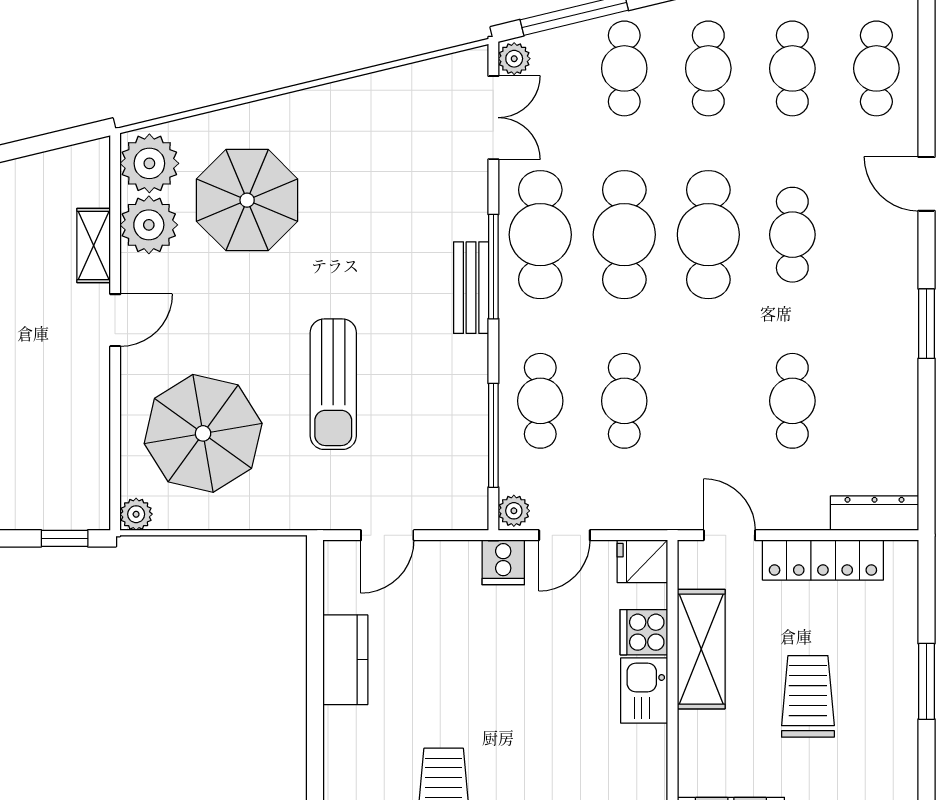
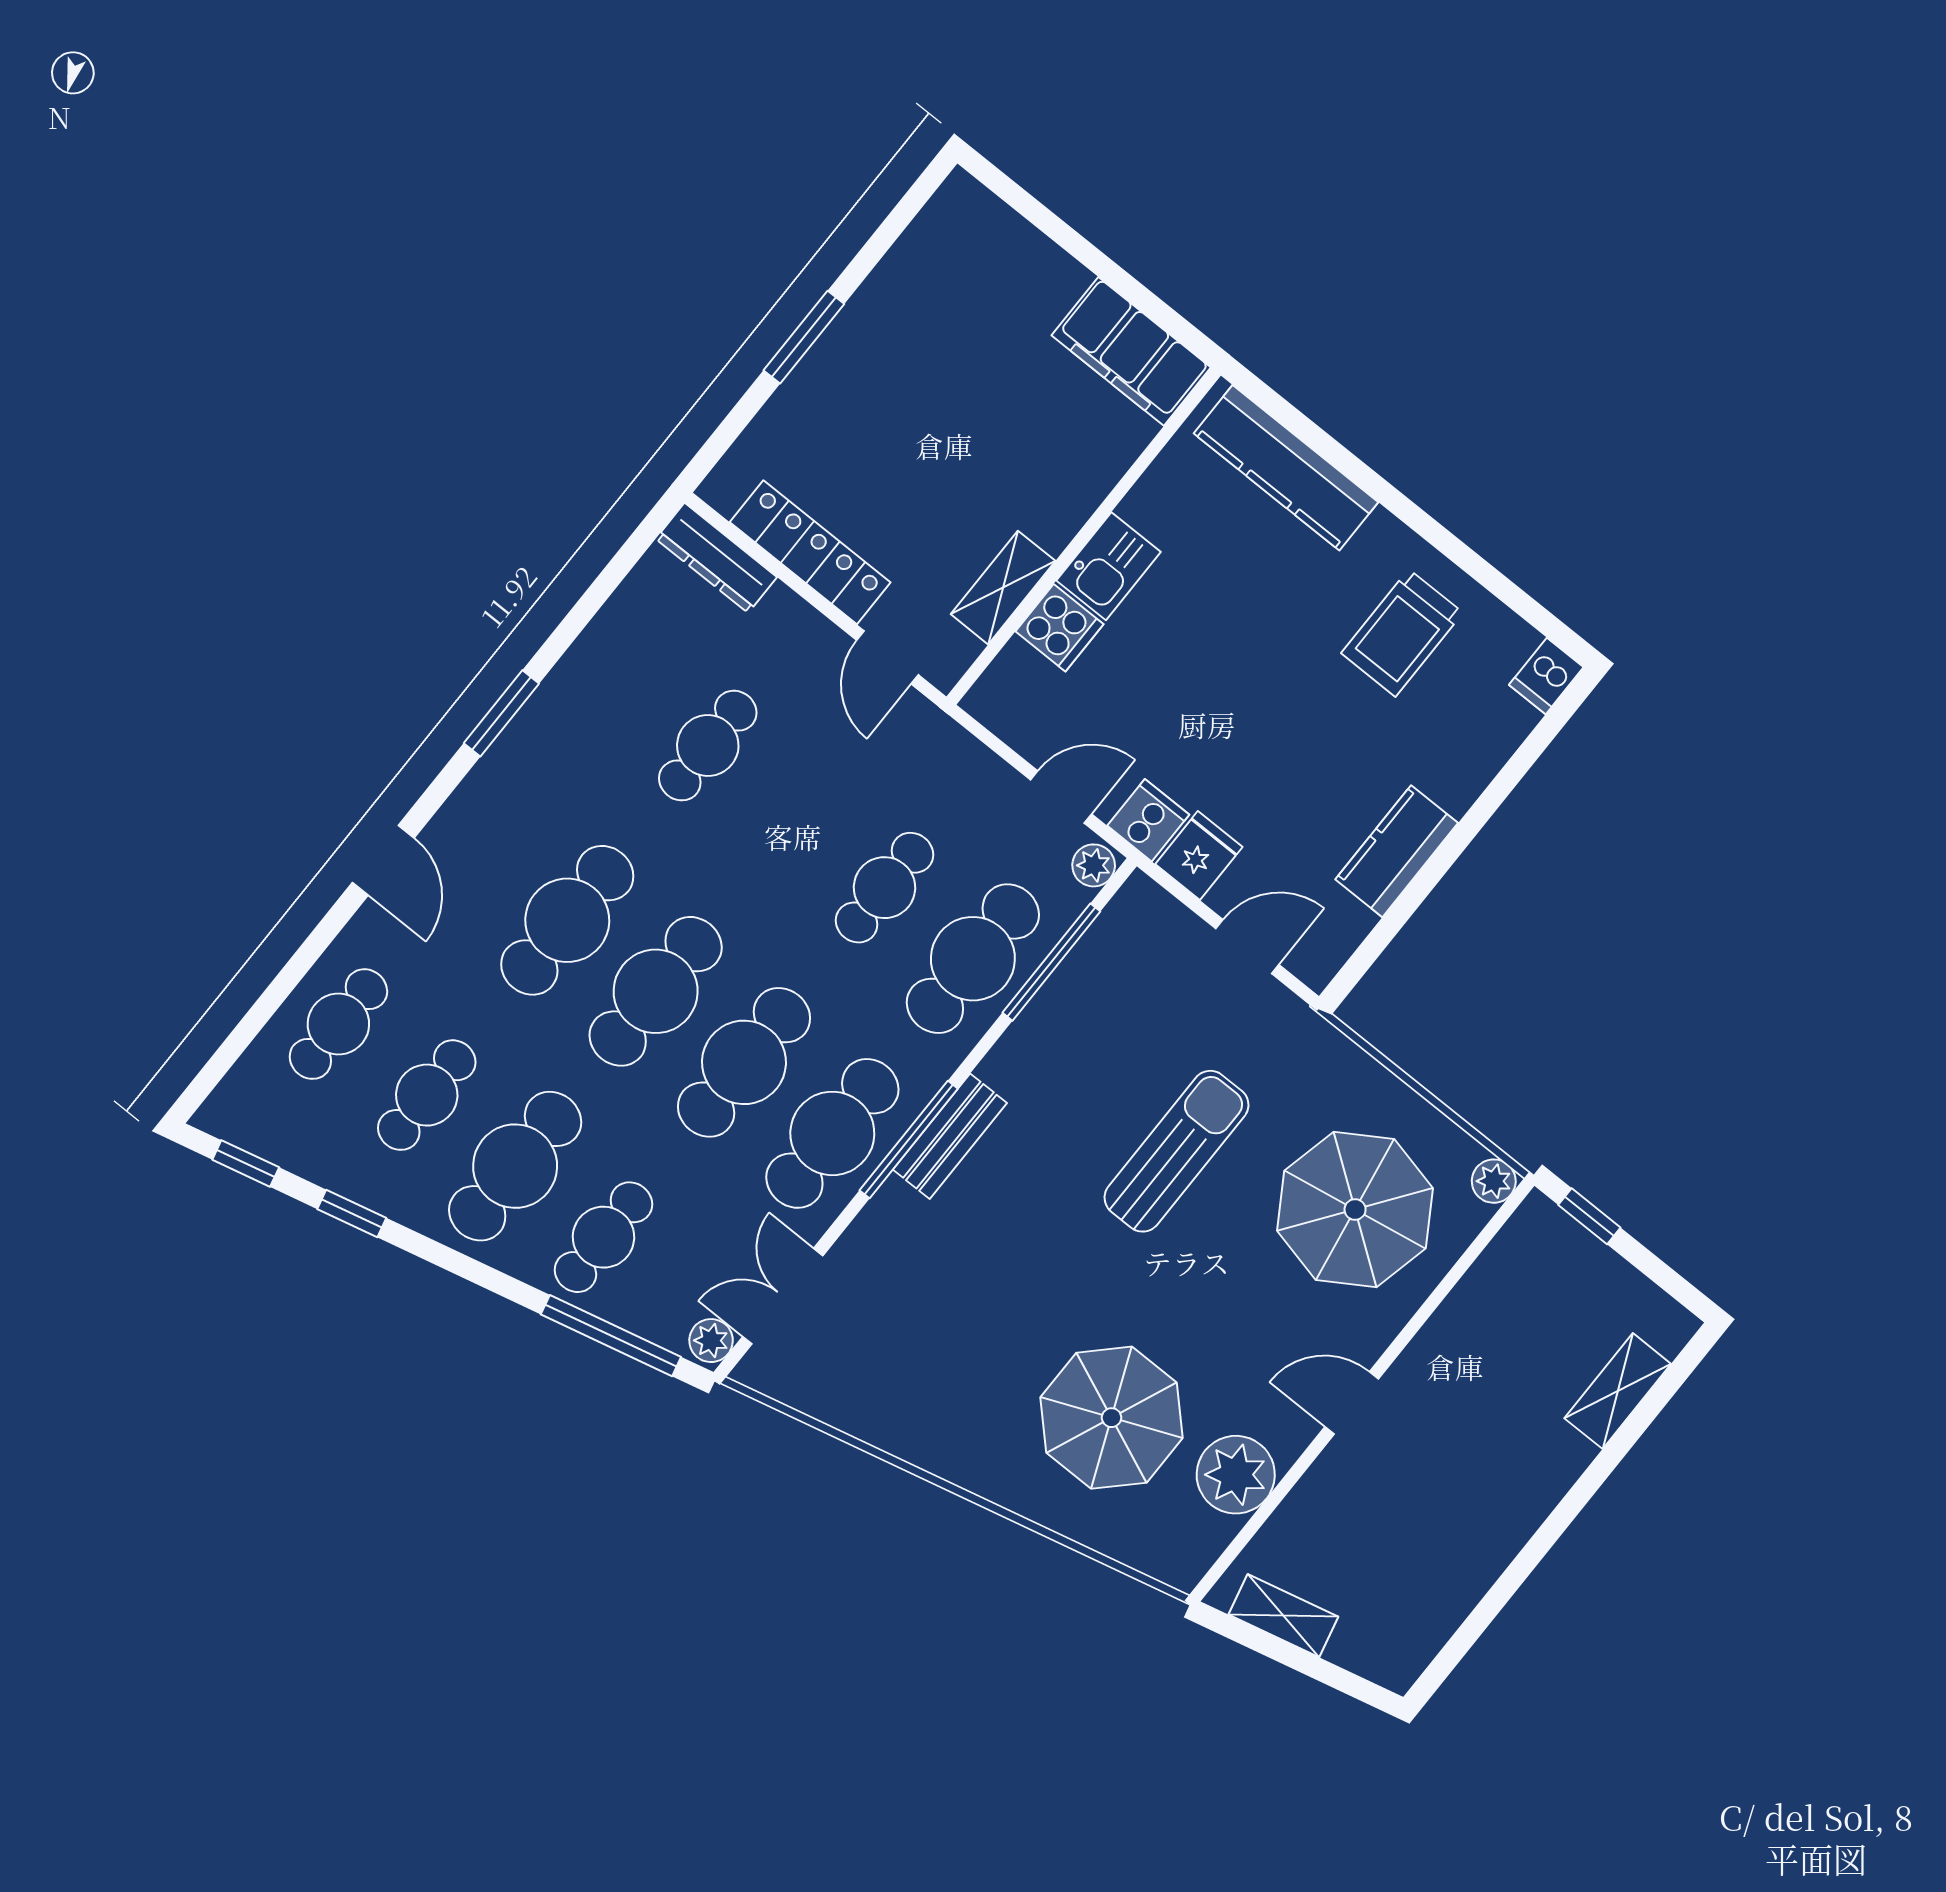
cafe table: (708, 68) -> (515, 1166), width x1.37, depth x1.35
plant: (149, 163) -> (1183, 1539), removed
cafe table: (792, 235) -> (567, 920), width x1.37, depth x1.35
shelving: (94, 245) -> (1283, 1616), moved, turned 76
cafe table: (540, 401) -> (973, 959), width x1.37, depth x1.35
fridge: (642, 561) -> (1199, 856), moved, turned -90
shelving: (701, 649) -> (1003, 588), width x0.67, depth x0.75
trolley: (808, 696) -> (941, 422), removed

